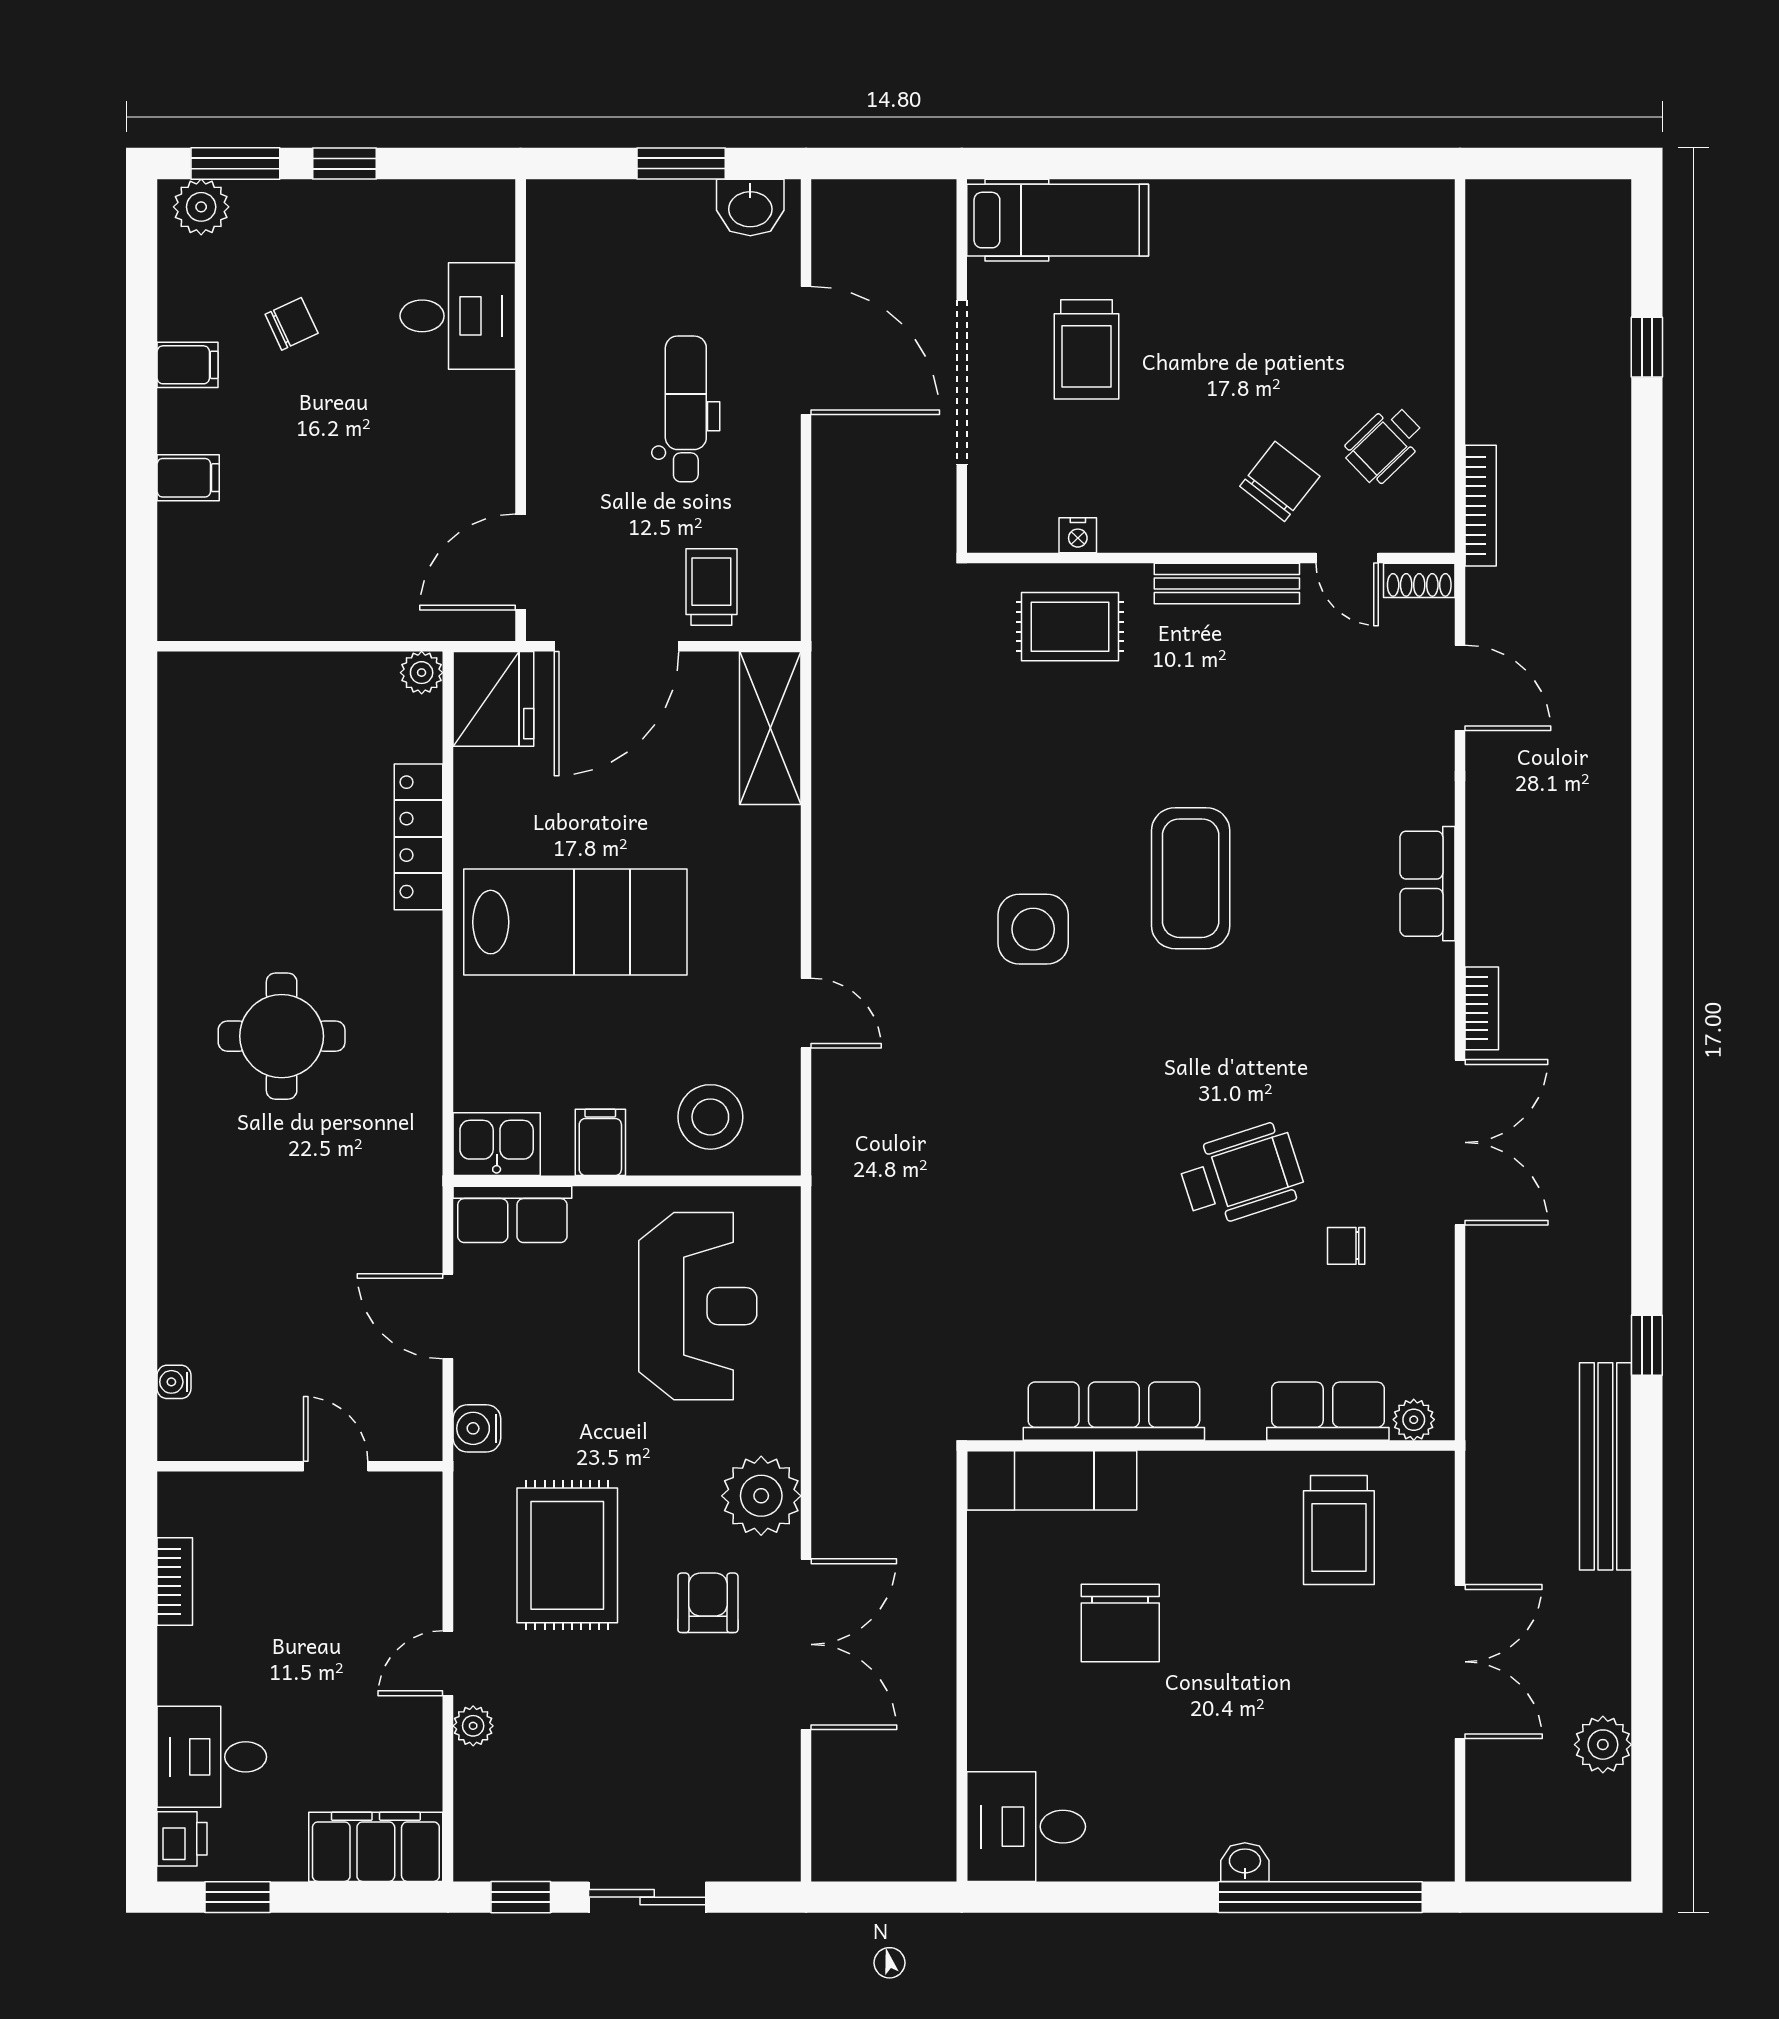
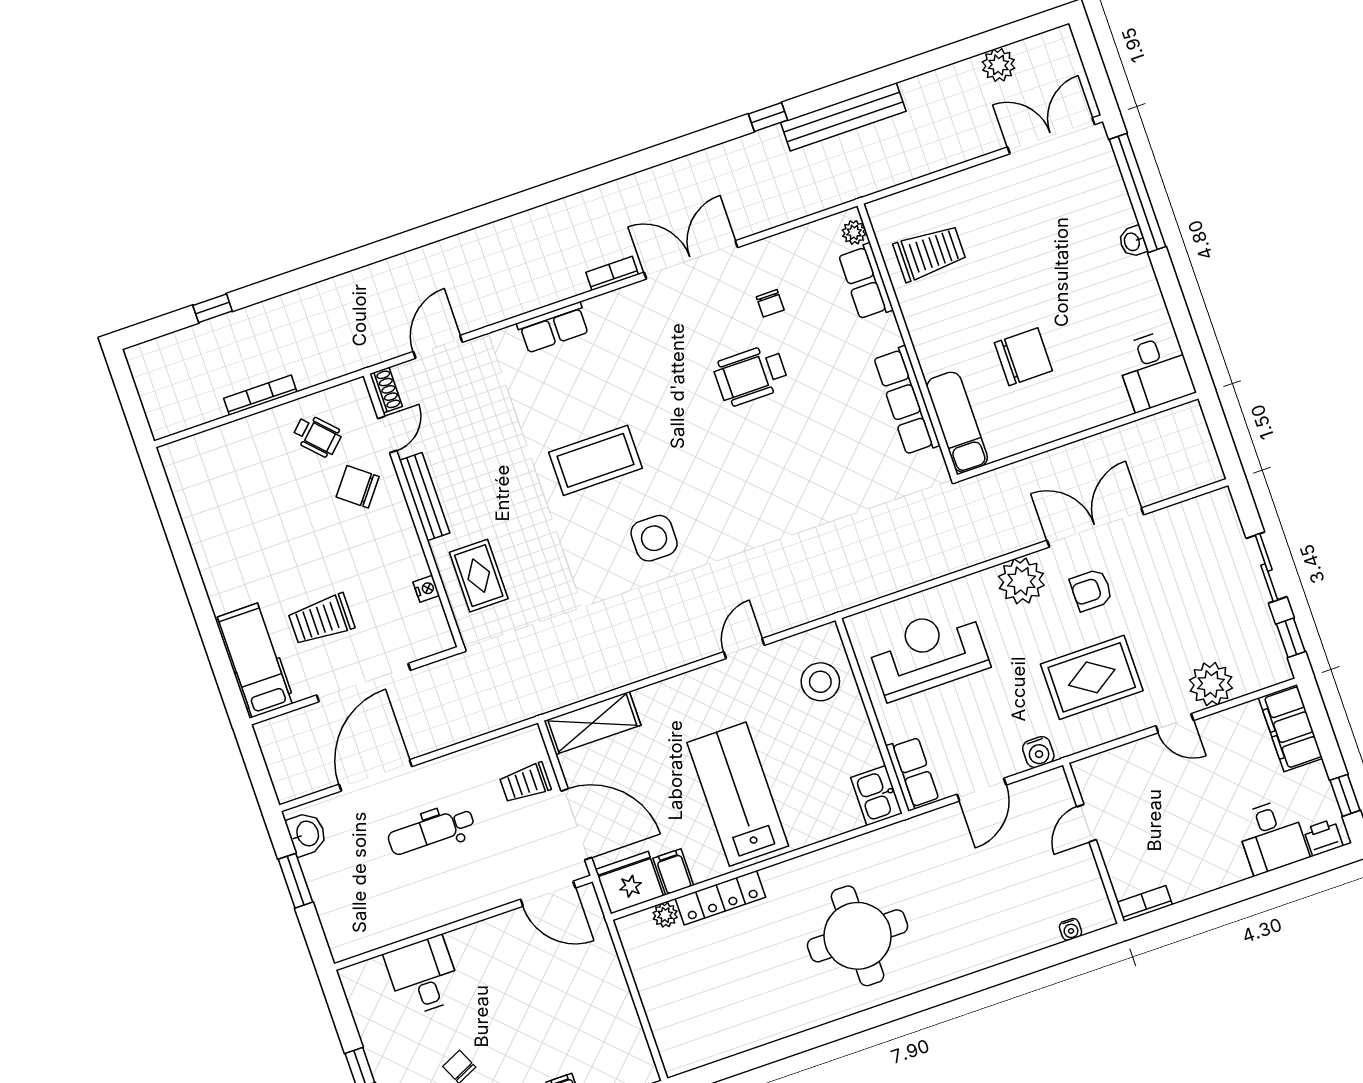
trolley: (1086, 349) -> (321, 620), turned 180
bookcase: (1481, 506) -> (260, 395), moved
plant: (422, 673) -> (665, 915), moved
round table: (282, 1036) -> (858, 936), width x1.36, depth x1.36
filing cabinet: (600, 1142) -> (673, 872), moved, turned 90
wheelchair: (1241, 1175) -> (751, 375), turned -72
bookcase: (175, 1581) -> (1145, 903), moved
double door: (1460, 1662) -> (1051, 136), moved
plant: (473, 1726) -> (1211, 684), width x1.88, depth x1.88

